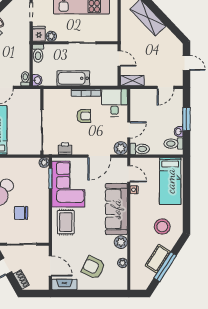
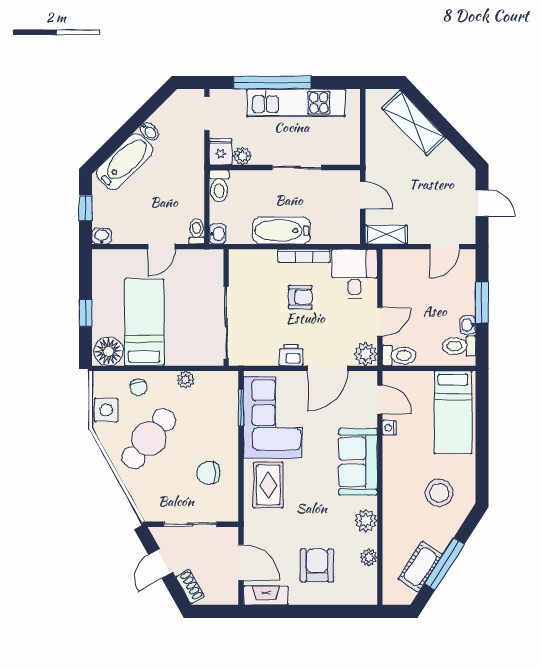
printer: (65, 149) -> (291, 355), moved
plant: (44, 163) -> (186, 380), moved
sofa: (116, 209) -> (358, 462), width x0.73
chair: (21, 213) -> (208, 473), moved
cot: (158, 259) -> (420, 567), moved
armchair: (93, 268) -> (317, 565), turned 64

